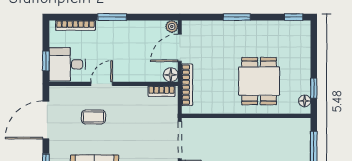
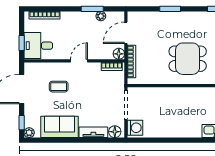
window: (112, 17) -> (92, 9), moved
plant: (172, 26) -> (101, 16), moved
dining table: (259, 81) -> (188, 59), turned 90
door: (102, 84) -> (79, 61), moved

